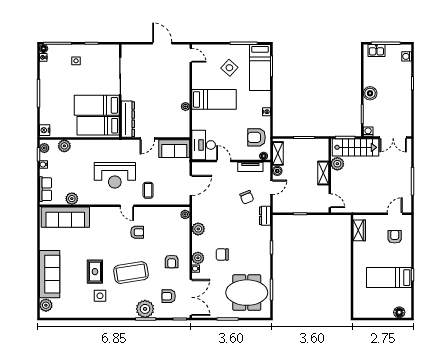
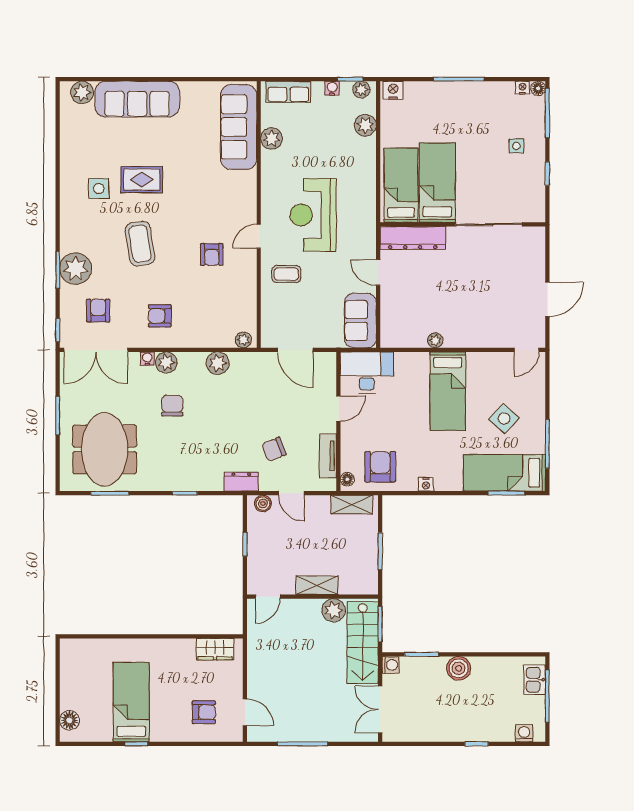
boiler: (277, 171) -> (263, 504), moved
coffee table: (131, 273) -> (140, 244), width x0.73, depth x0.76

